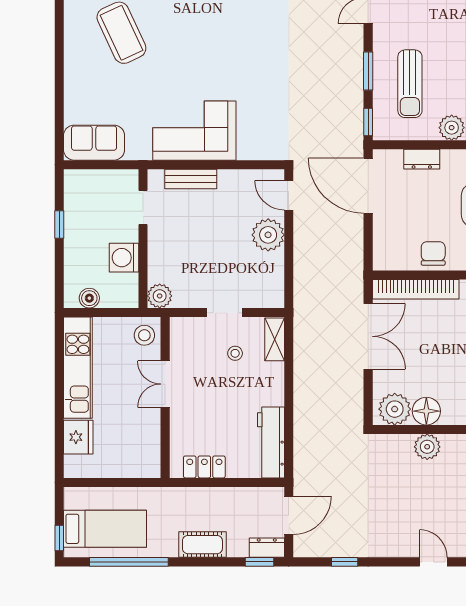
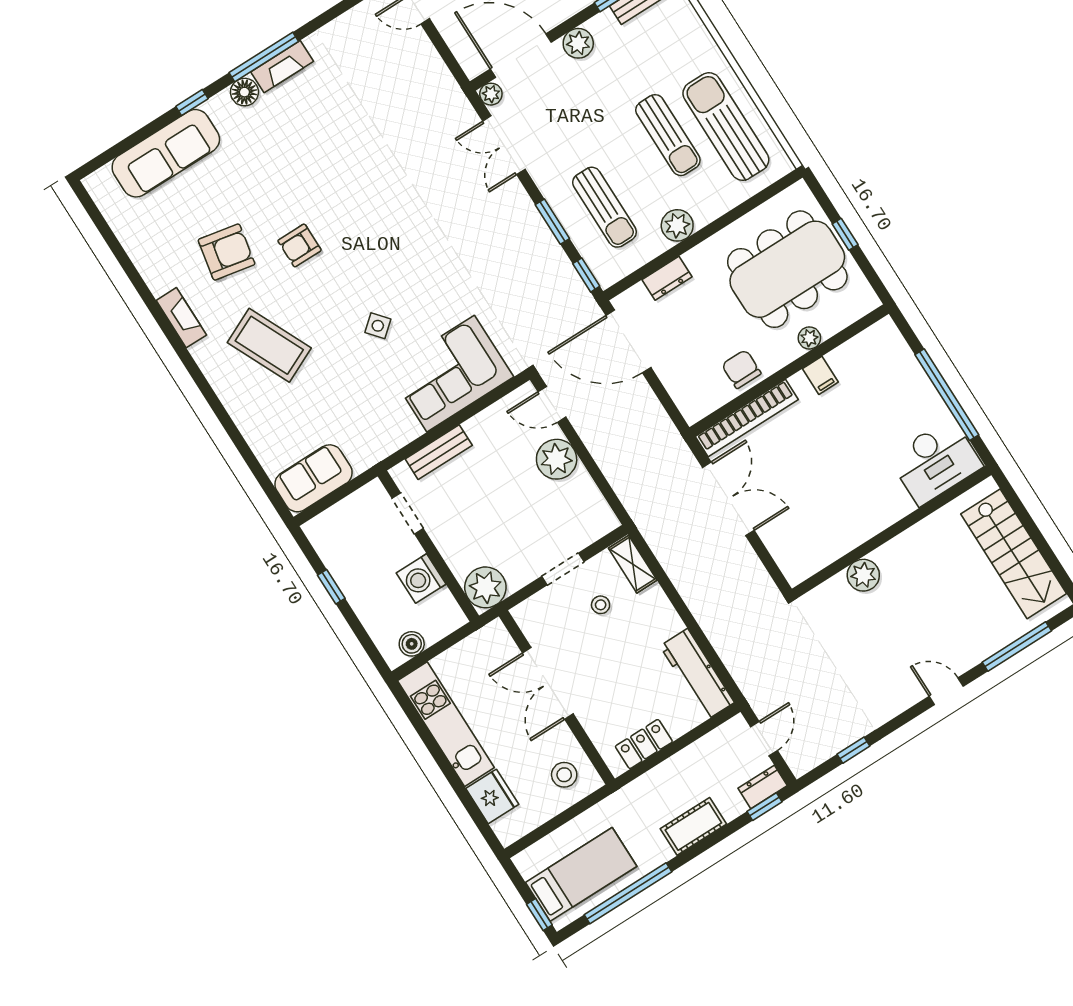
side table: (204, 66) -> (378, 326), added
corner sofa: (194, 131) -> (451, 374), moved
plant: (160, 296) -> (485, 587), width x1.36, depth x1.36
stool: (144, 335) -> (564, 775), moved
double door: (165, 384) -> (548, 683), width x1.37
plant: (395, 409) -> (804, 557), removed
floor lamp: (426, 411) -> (839, 538), removed
door: (289, 515) -> (764, 739), width x0.73

